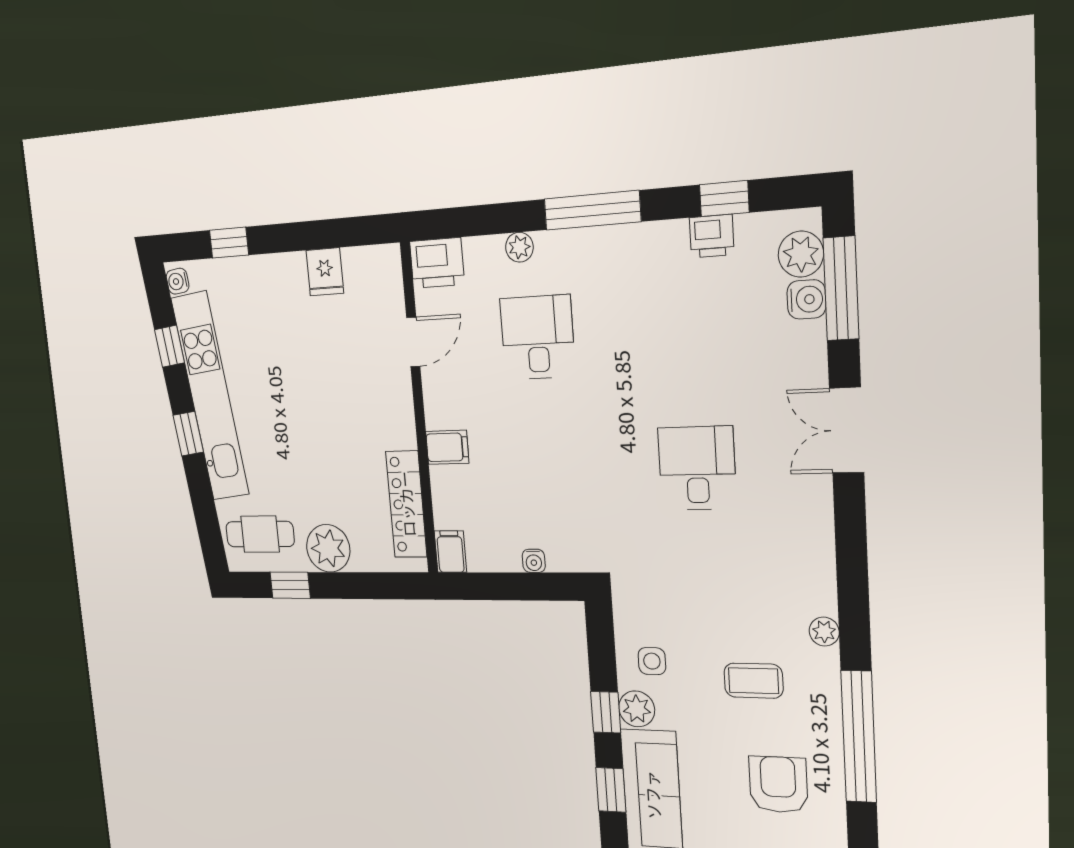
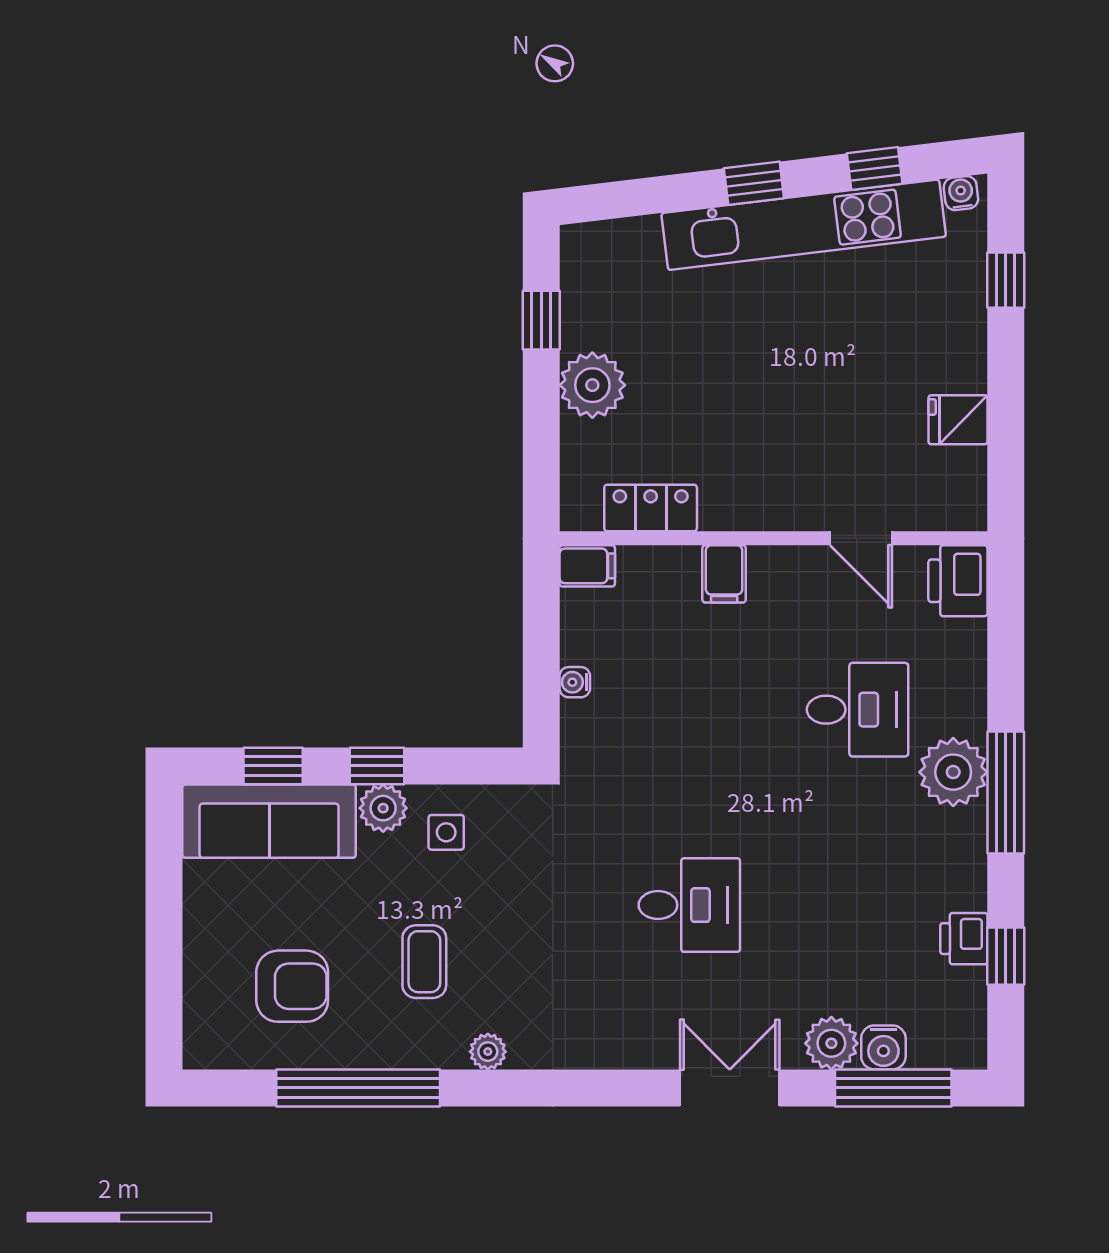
plant: (519, 247) -> (953, 772), moved, width x1.87, depth x1.87
plant: (801, 254) -> (831, 1043), moved
locker: (406, 504) -> (651, 508), width x0.66
cafe table: (260, 534) -> (613, 281), removed

